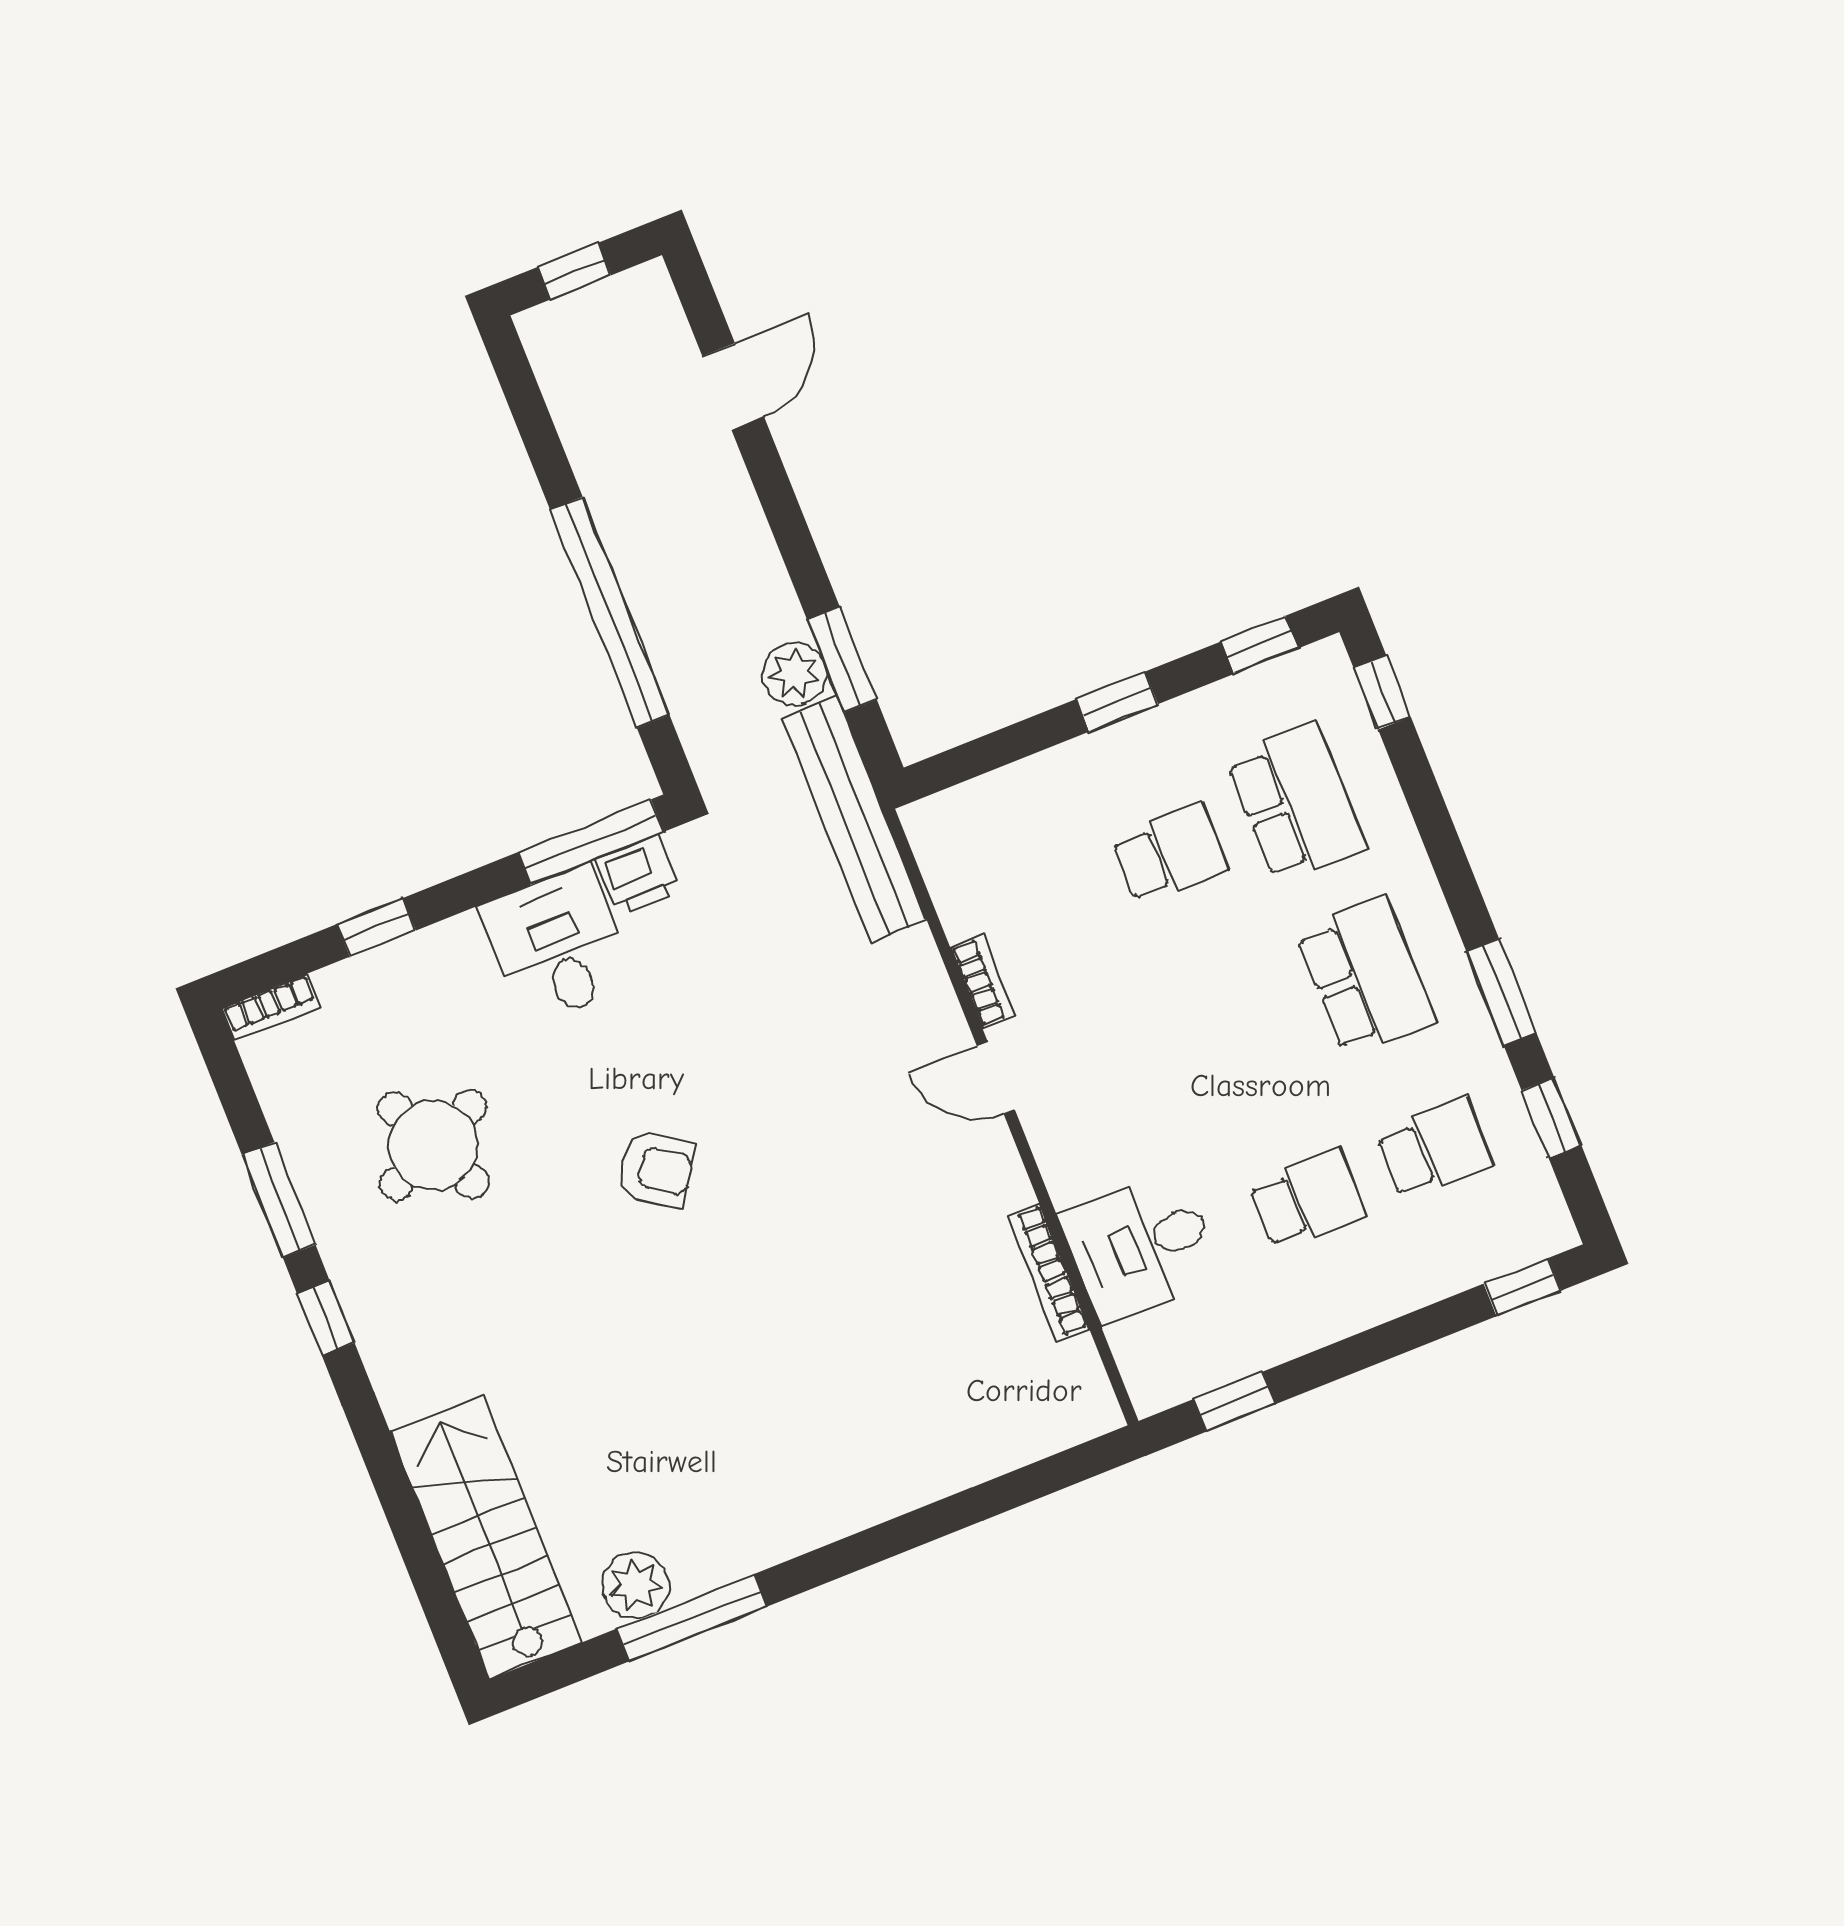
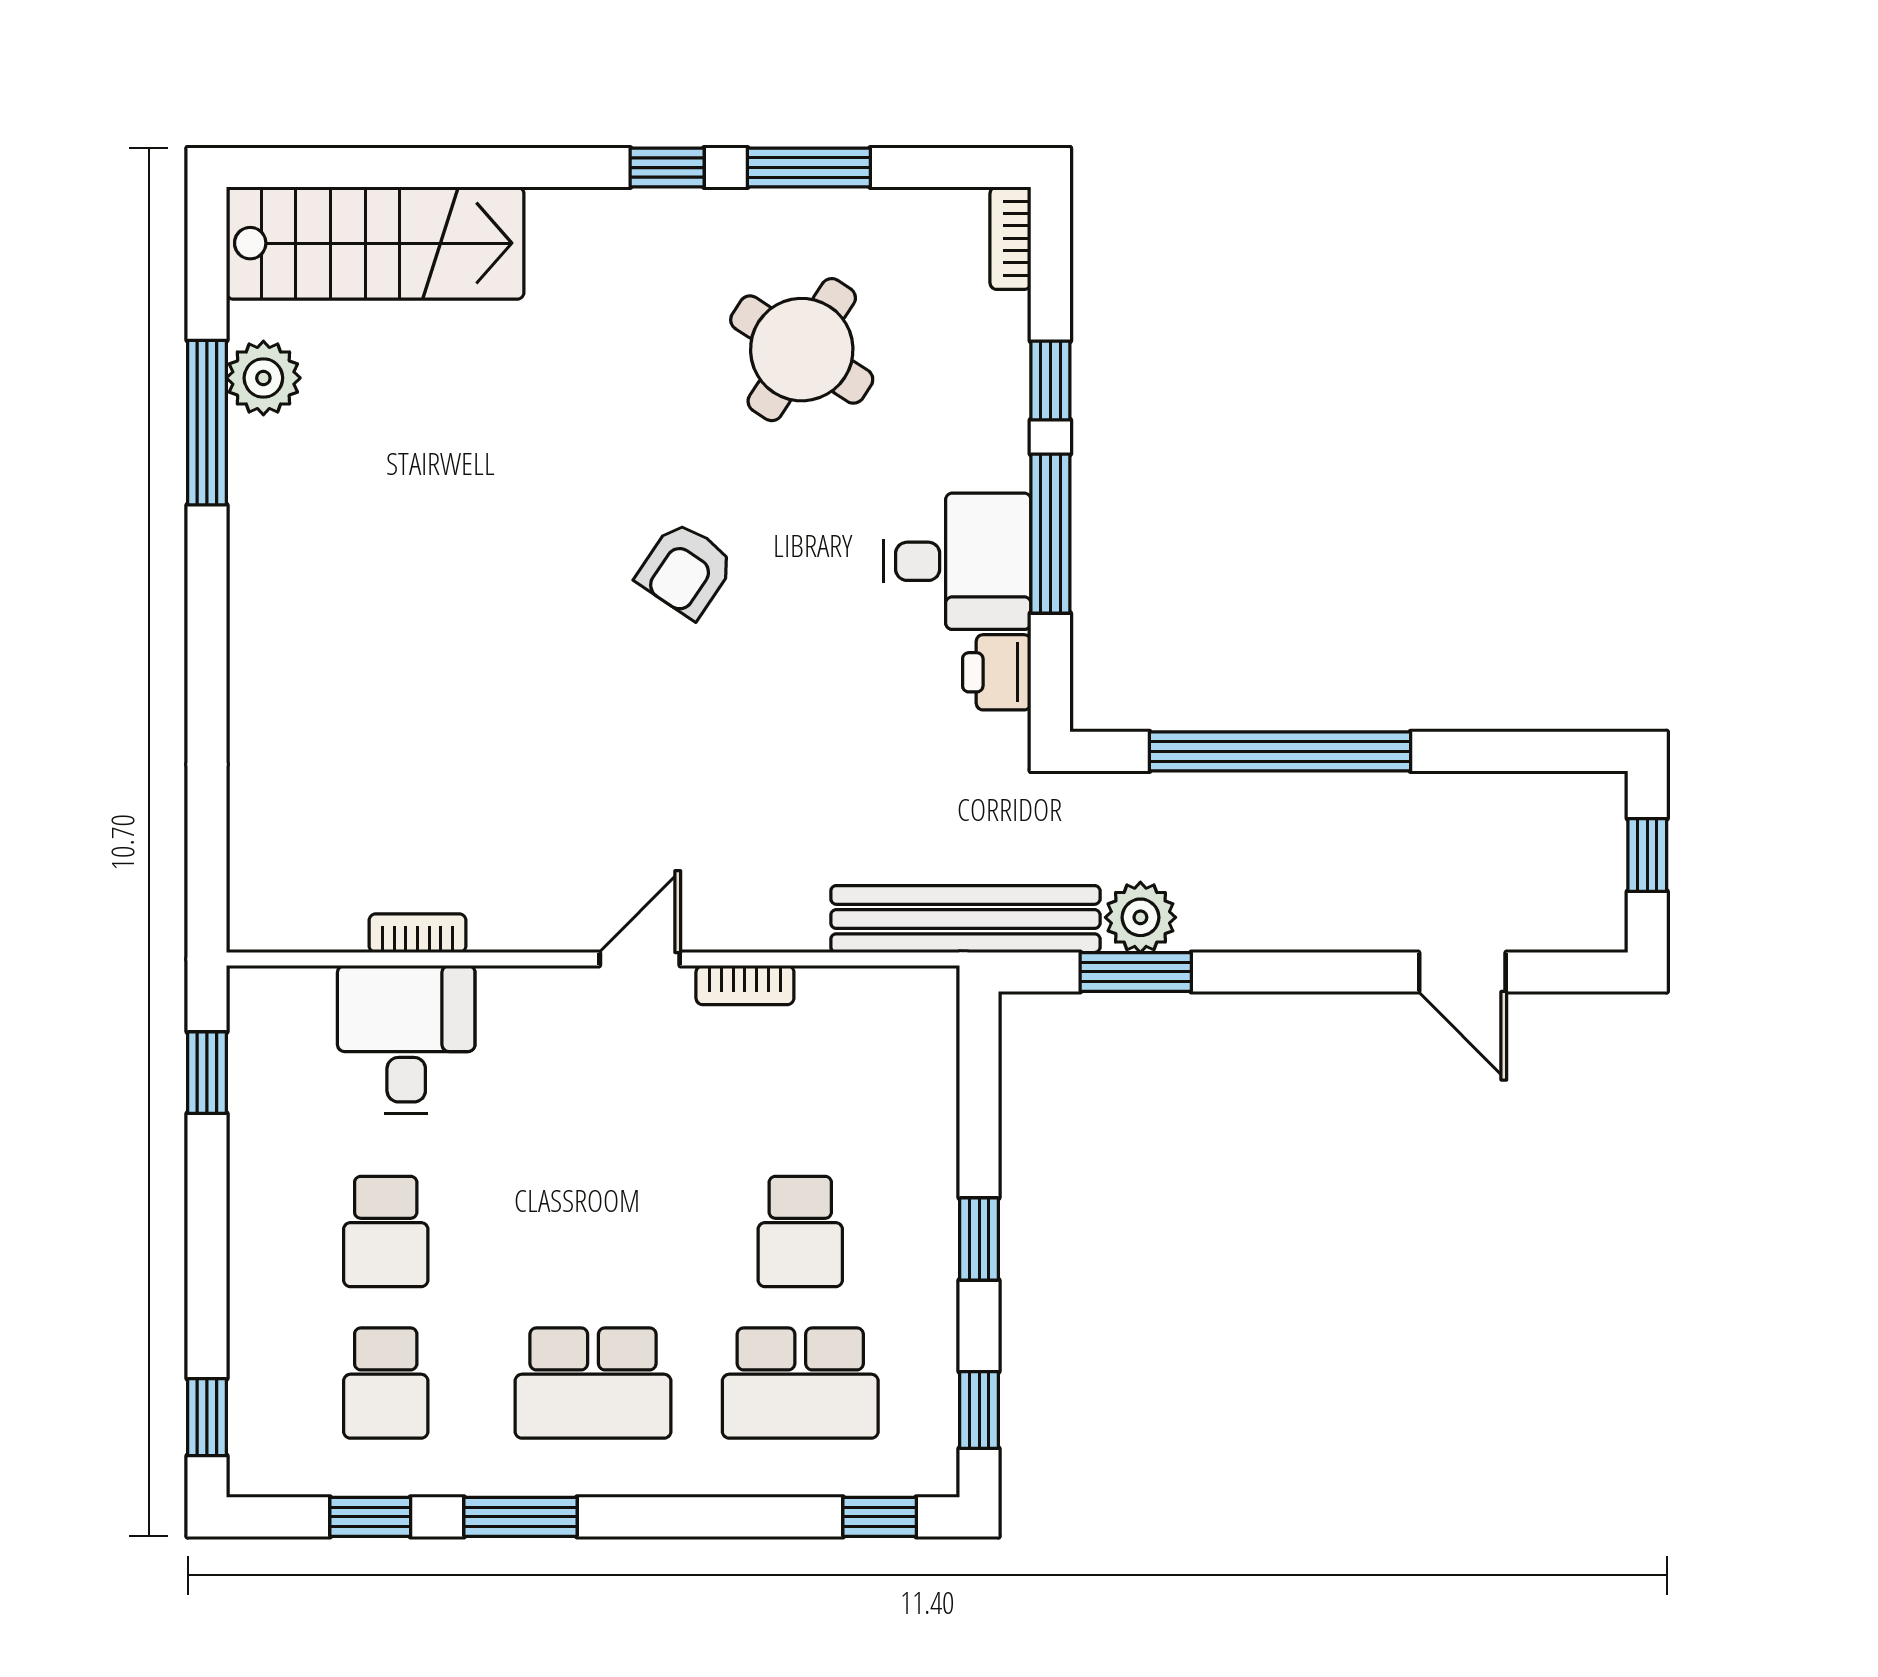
window: (591, 842) -> (1050, 534), moved
round table: (433, 1145) -> (802, 350), turned -32
bookcase: (1048, 1272) -> (418, 933), width x0.64

